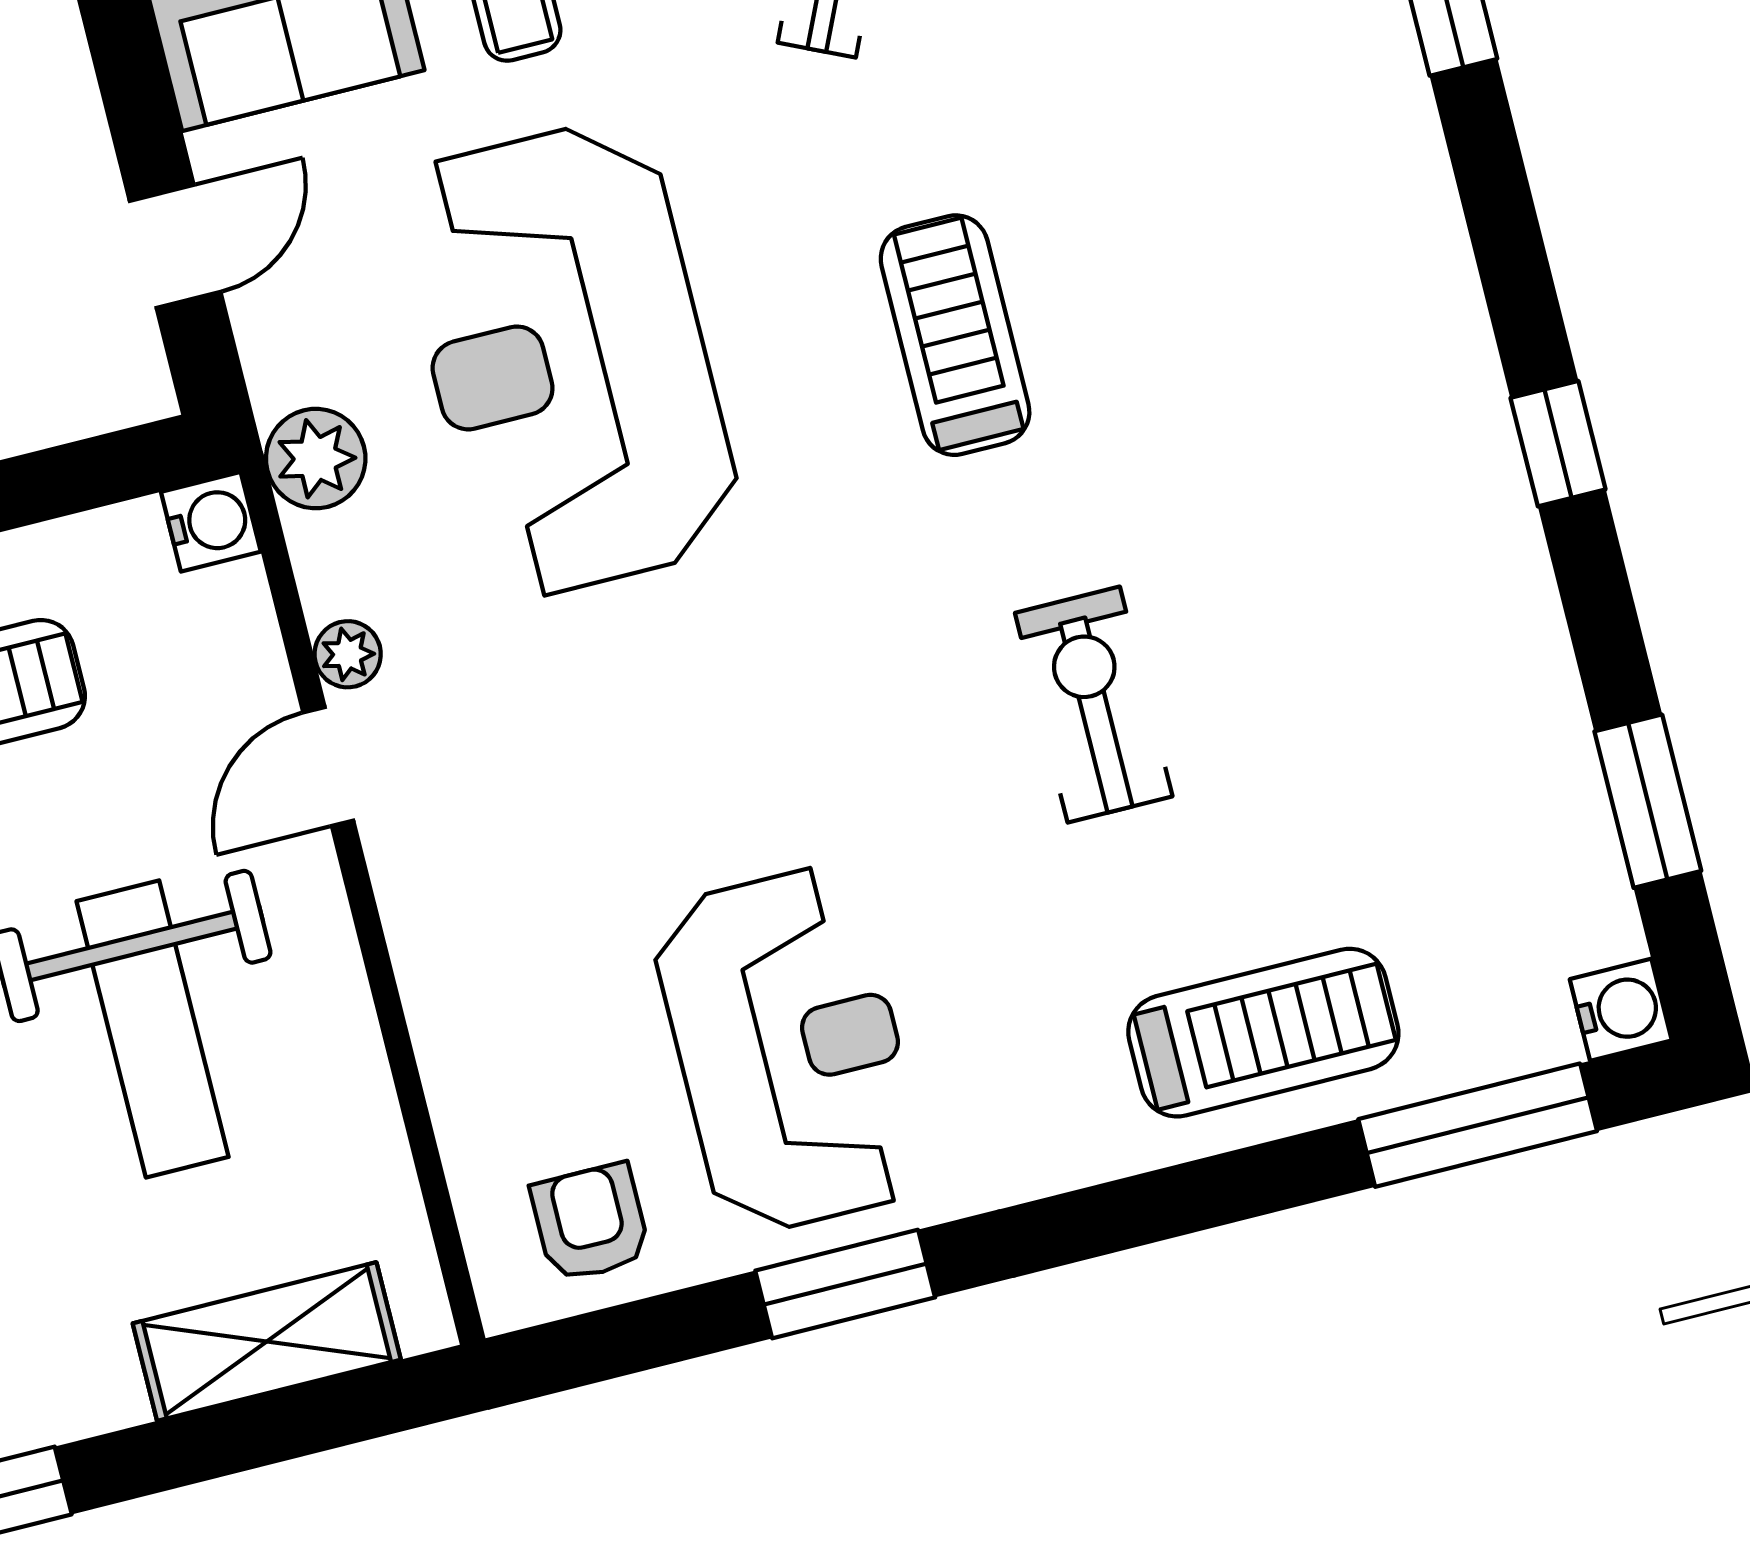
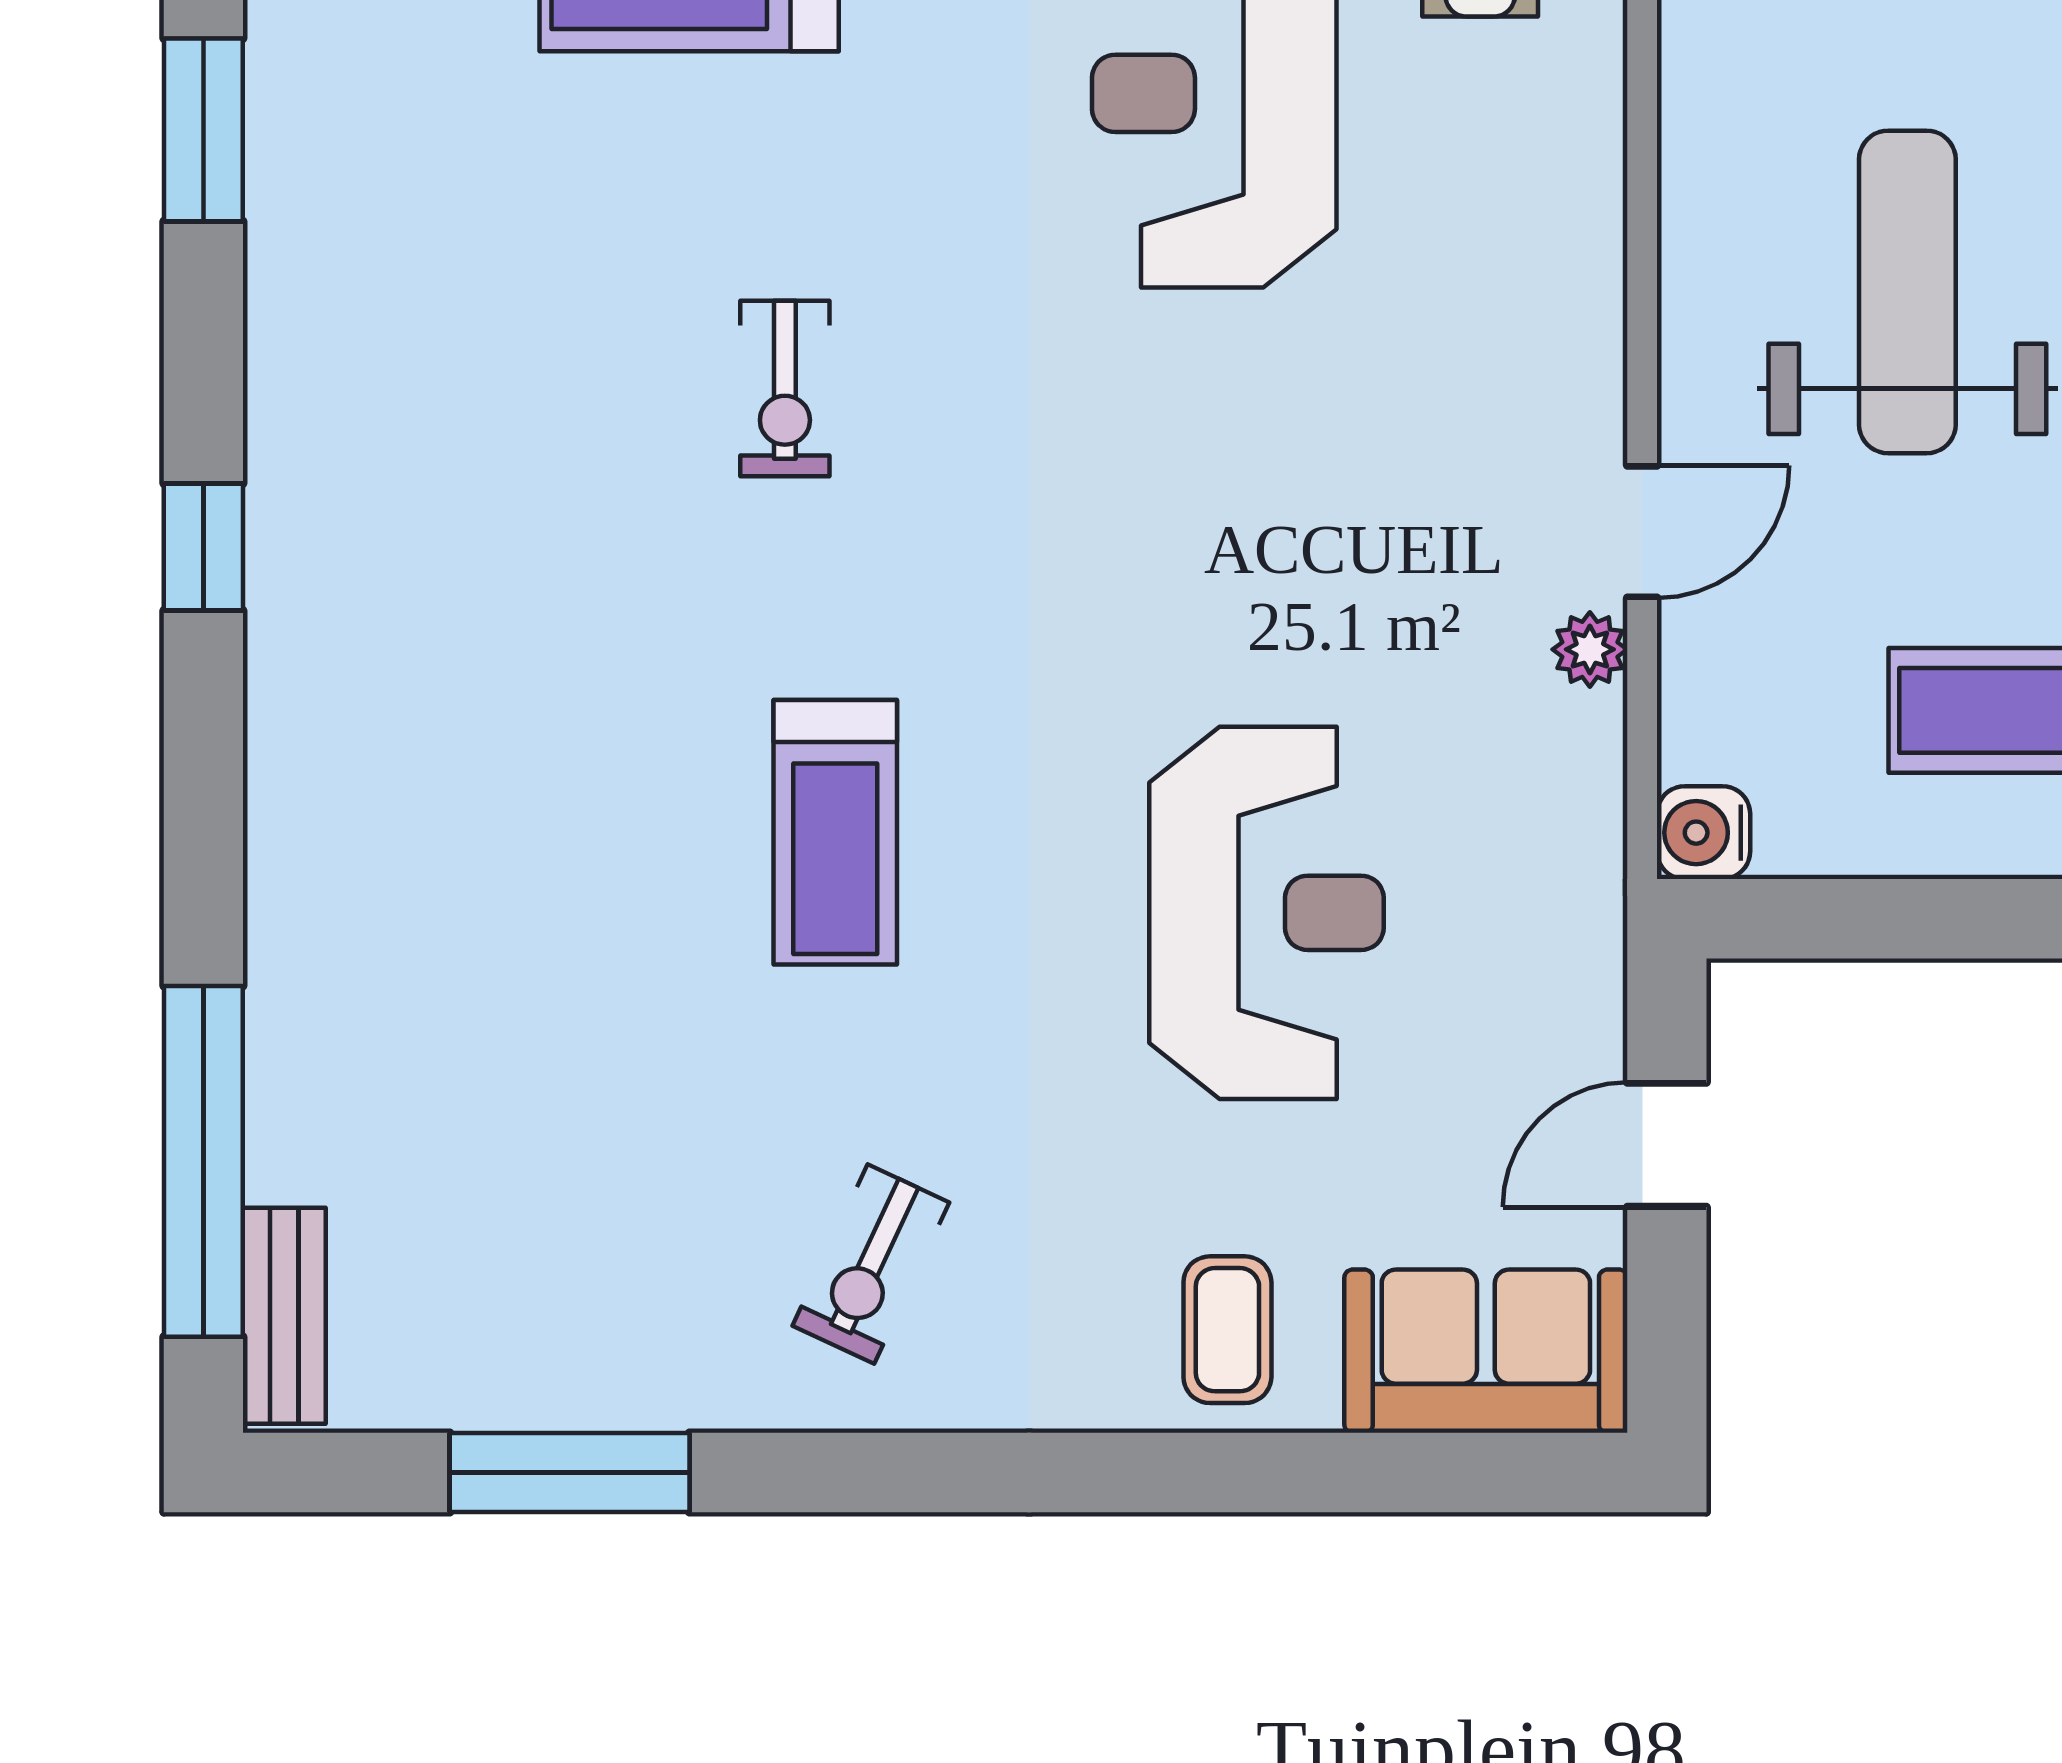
reception desk: (568, 359) -> (1266, 913), width x0.74, depth x0.77
plant: (316, 459) -> (1571, 873), removed
exercise bike: (1094, 705) -> (785, 389), width x0.73, depth x0.72

